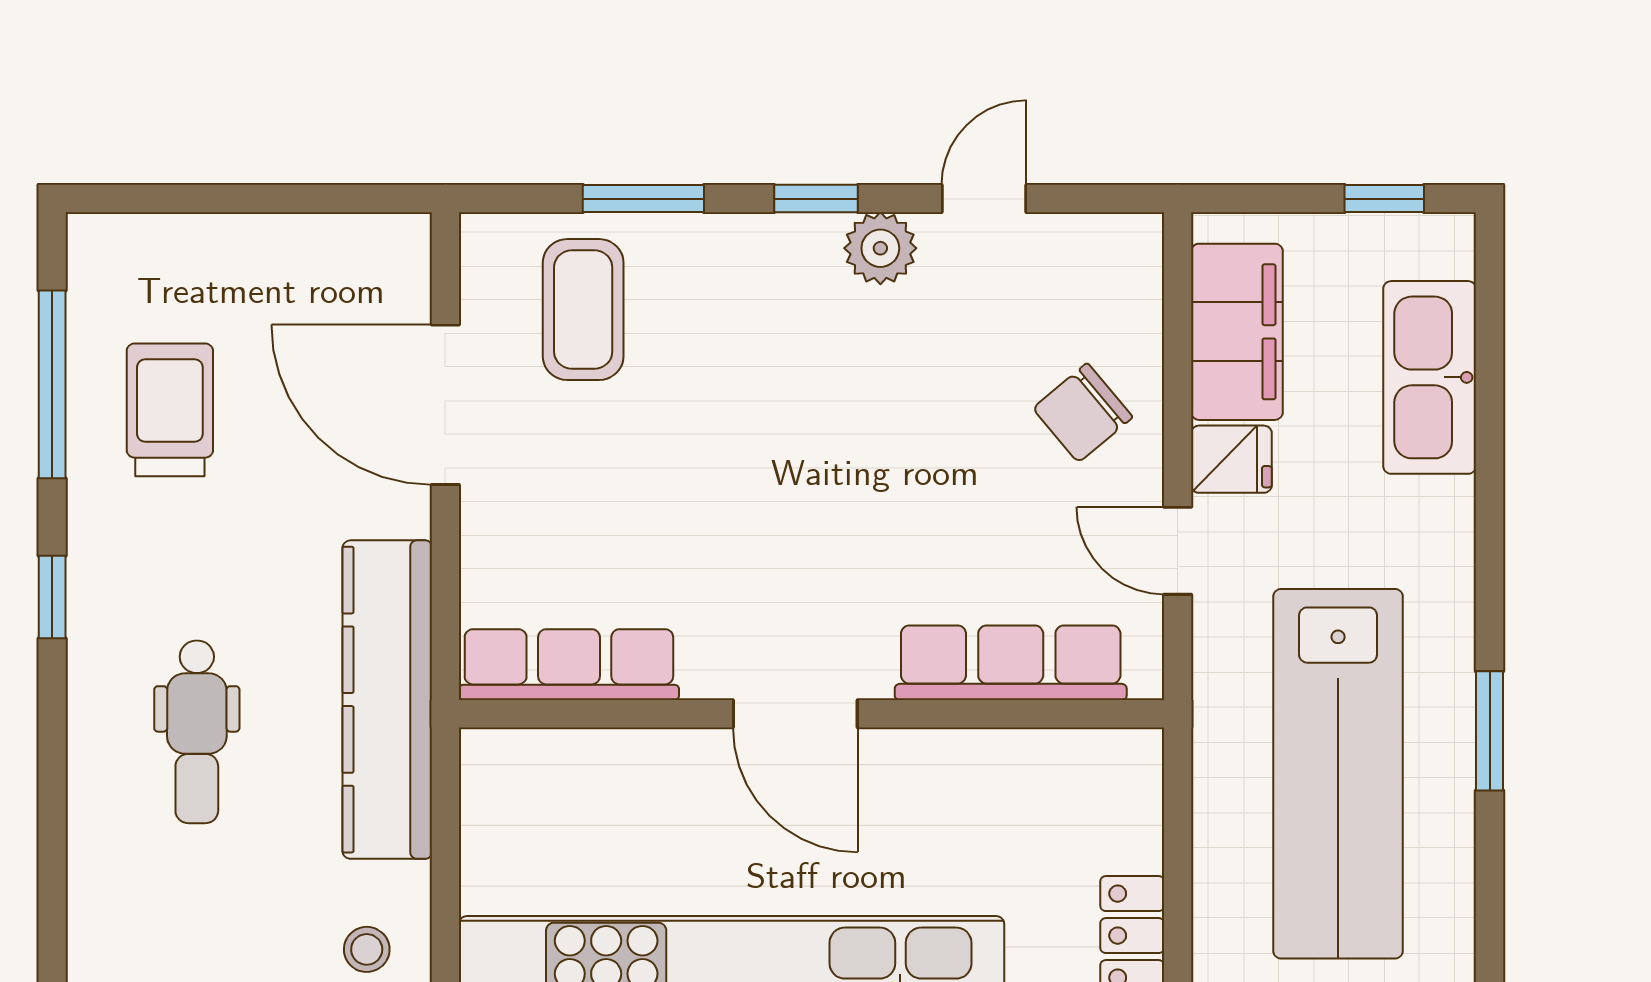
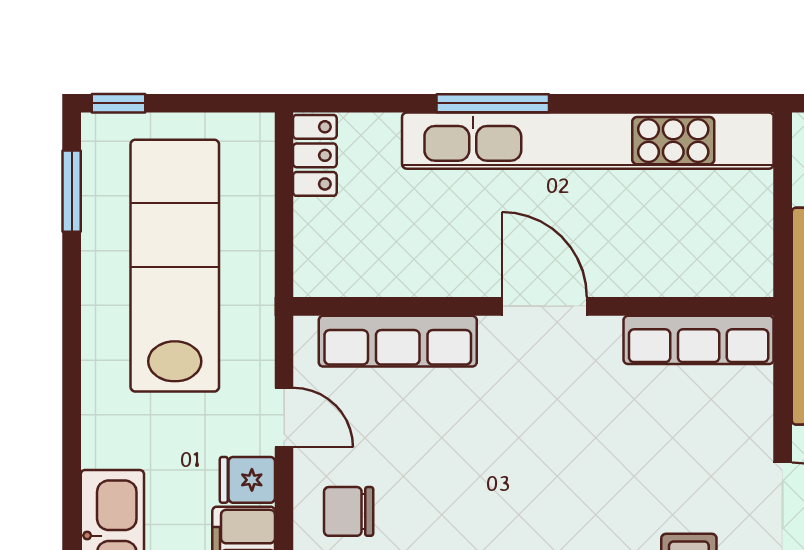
chair: (1083, 413) -> (349, 511), turned -140
window: (1490, 731) -> (72, 191), moved

